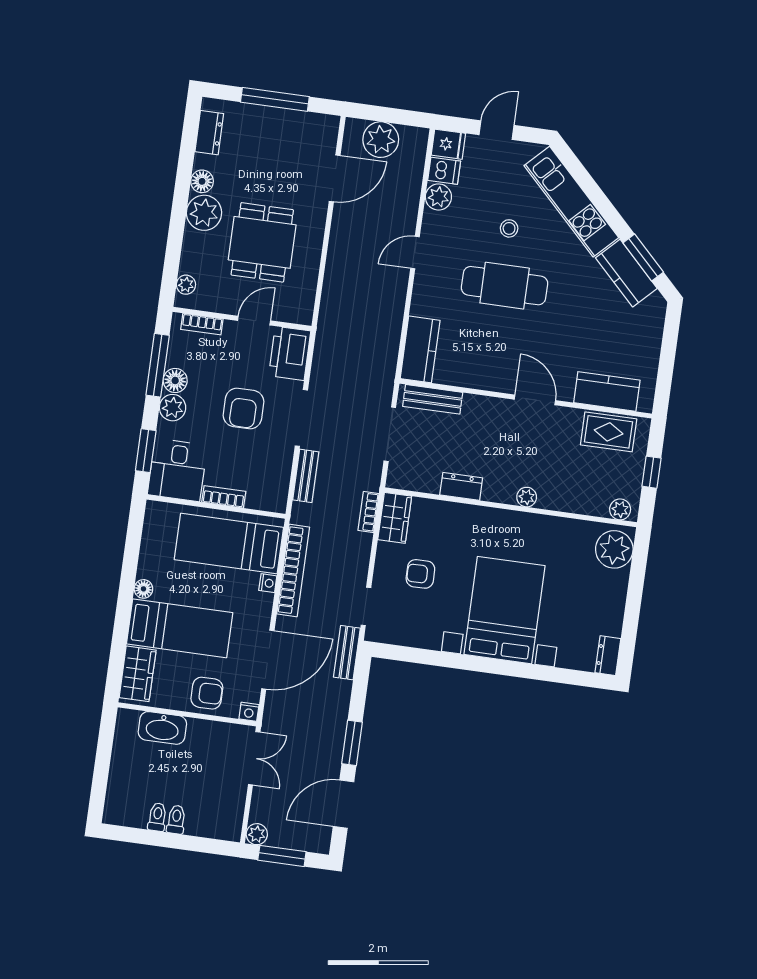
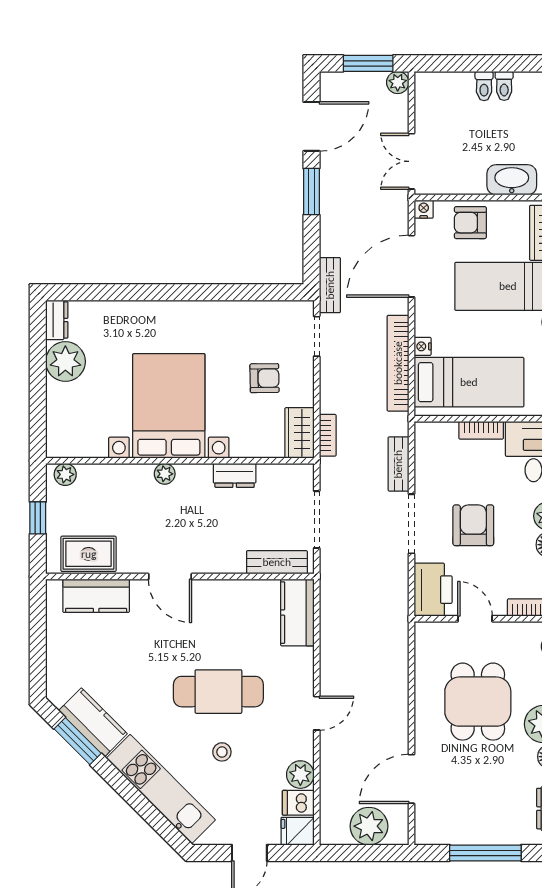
door: (254, 321) -> (475, 619), swing flipped
plant: (614, 549) -> (65, 362), moved
bed with nightstands: (505, 610) -> (169, 406), moved, turned 180

